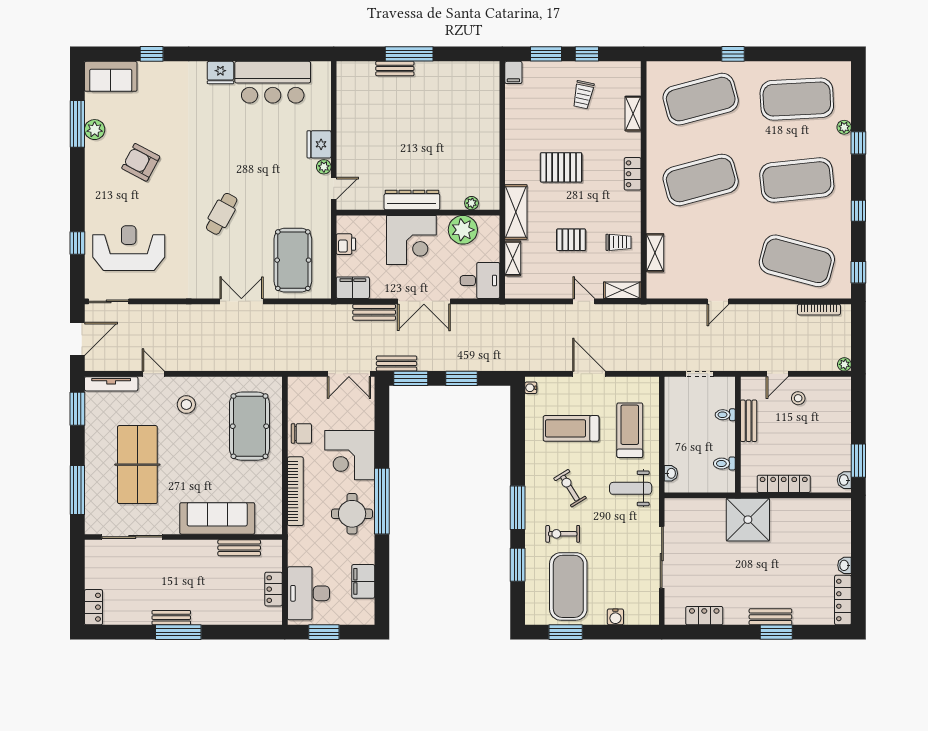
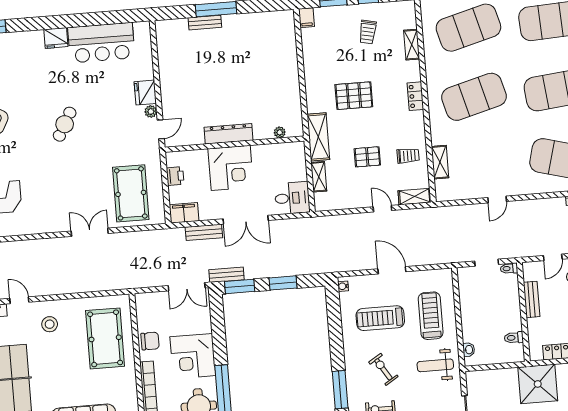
cafe table: (222, 214) -> (65, 124), moved
plant: (463, 230) -> (274, 156), removed
toilet: (725, 415) -> (509, 268), moved

